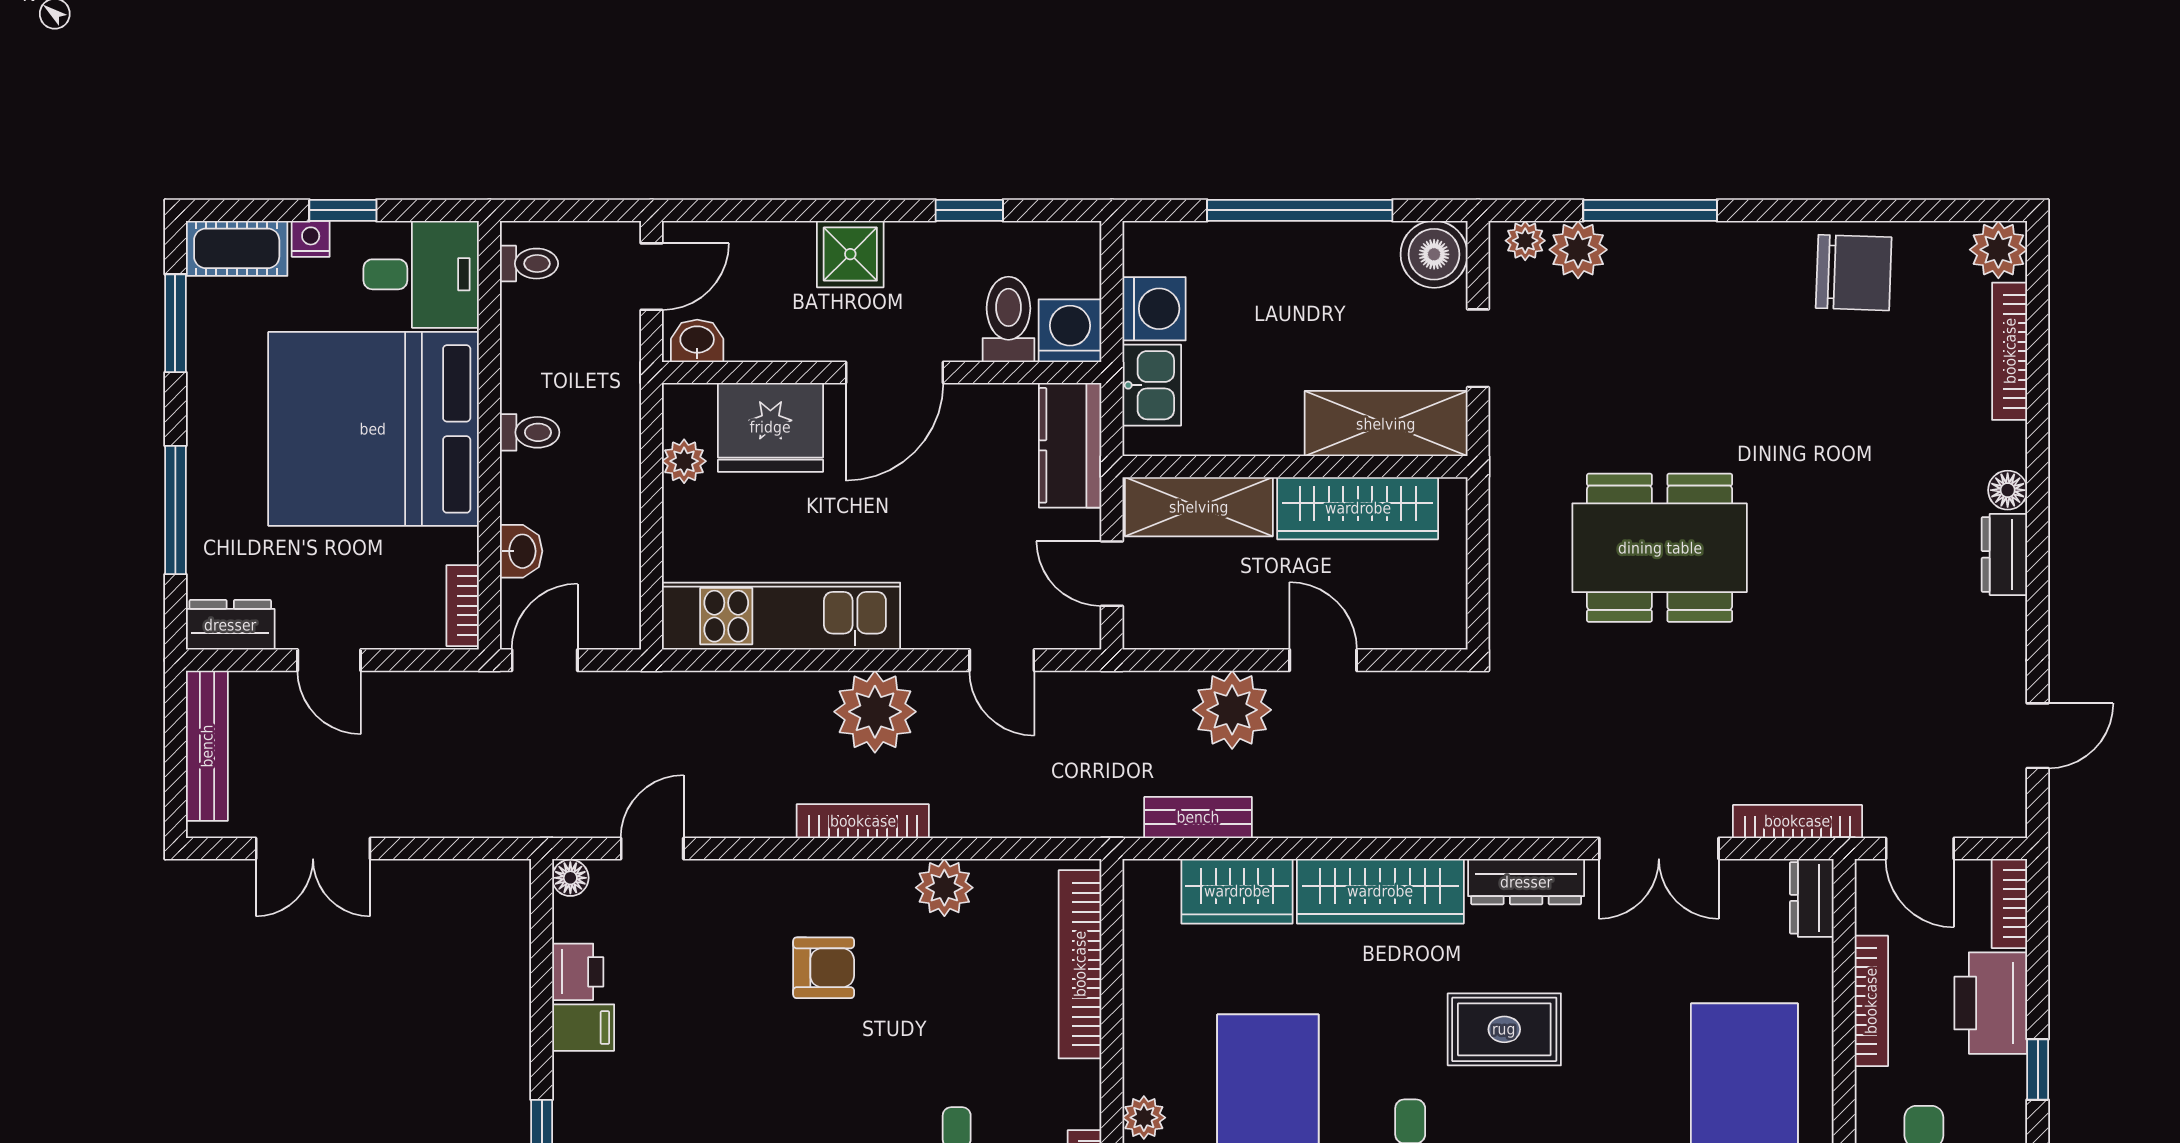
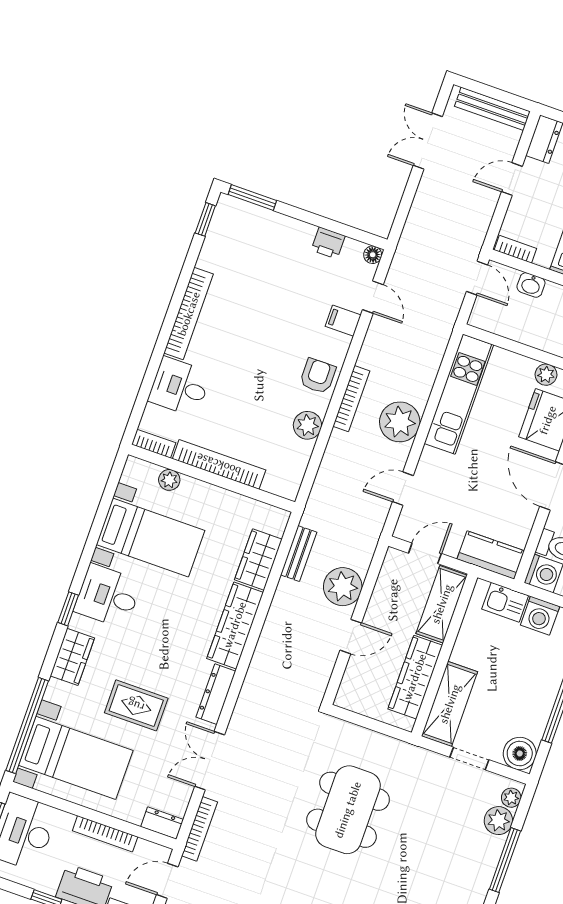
bookcase: (1080, 964) -> (219, 464), moved
armchair: (824, 968) -> (318, 376), moved, turned 180
filing cabinet: (583, 1028) -> (343, 321), moved, turned 90
rug: (1504, 1029) -> (136, 705), moved, turned 90

